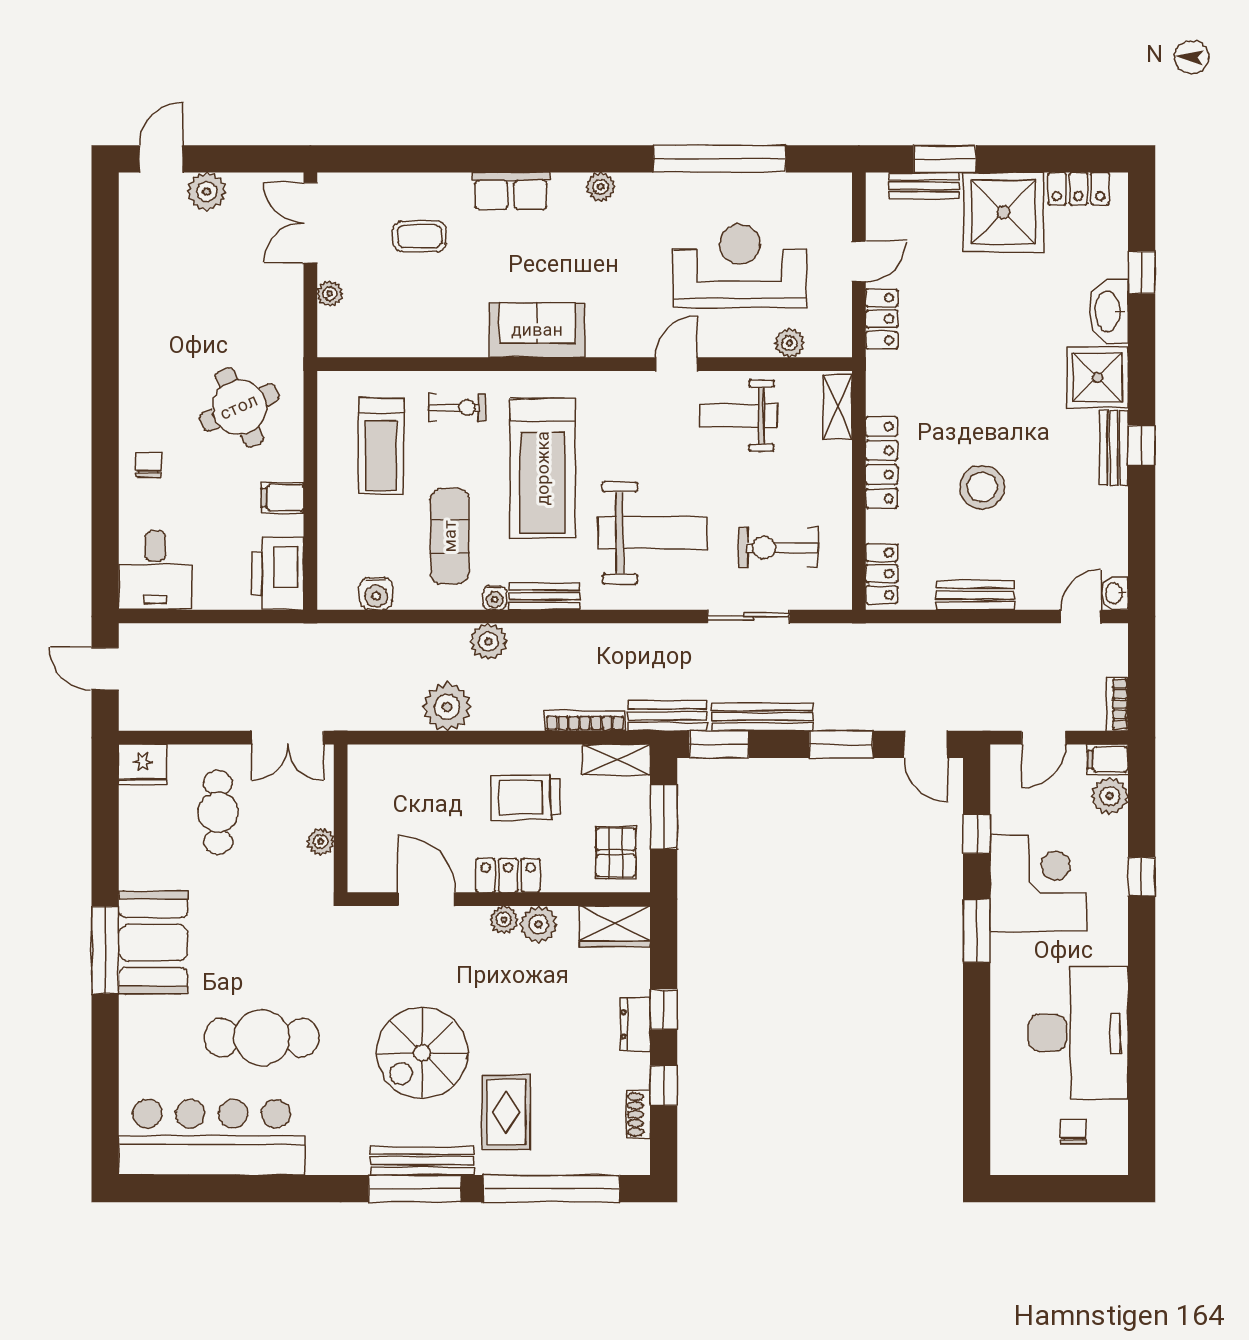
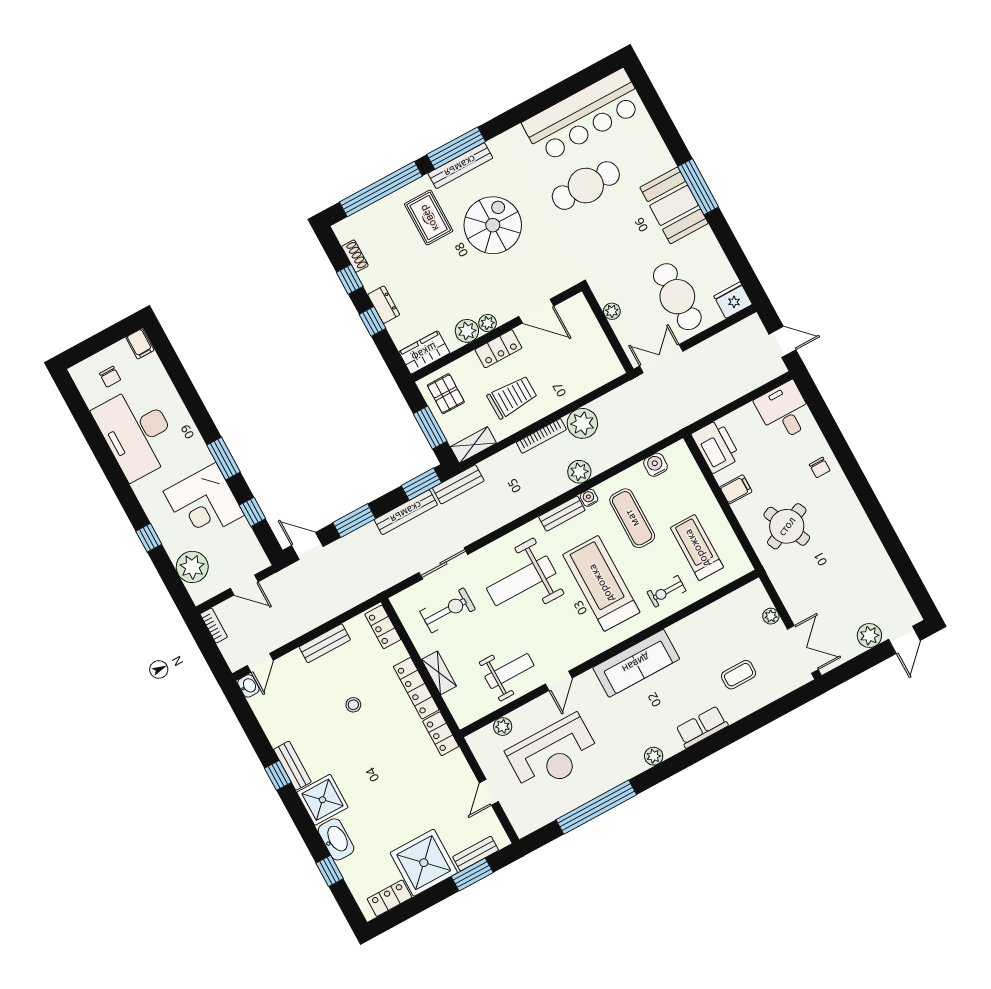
locker: (882, 319) -> (441, 734), moved
sofa: (537, 330) -> (636, 663), width x1.36
shelving: (838, 407) -> (439, 673), moved
stool: (982, 487) -> (353, 705), width x0.53, depth x0.53
bookcase: (585, 721) -> (541, 436), moved
door: (1044, 738) -> (244, 585), swing flipped
filing cabinet: (1108, 760) -> (140, 344), moved, turned 90
plant: (1110, 796) -> (192, 567), width x1.36, depth x1.36
cafe table: (218, 812) -> (677, 297), width x1.37, depth x1.35

